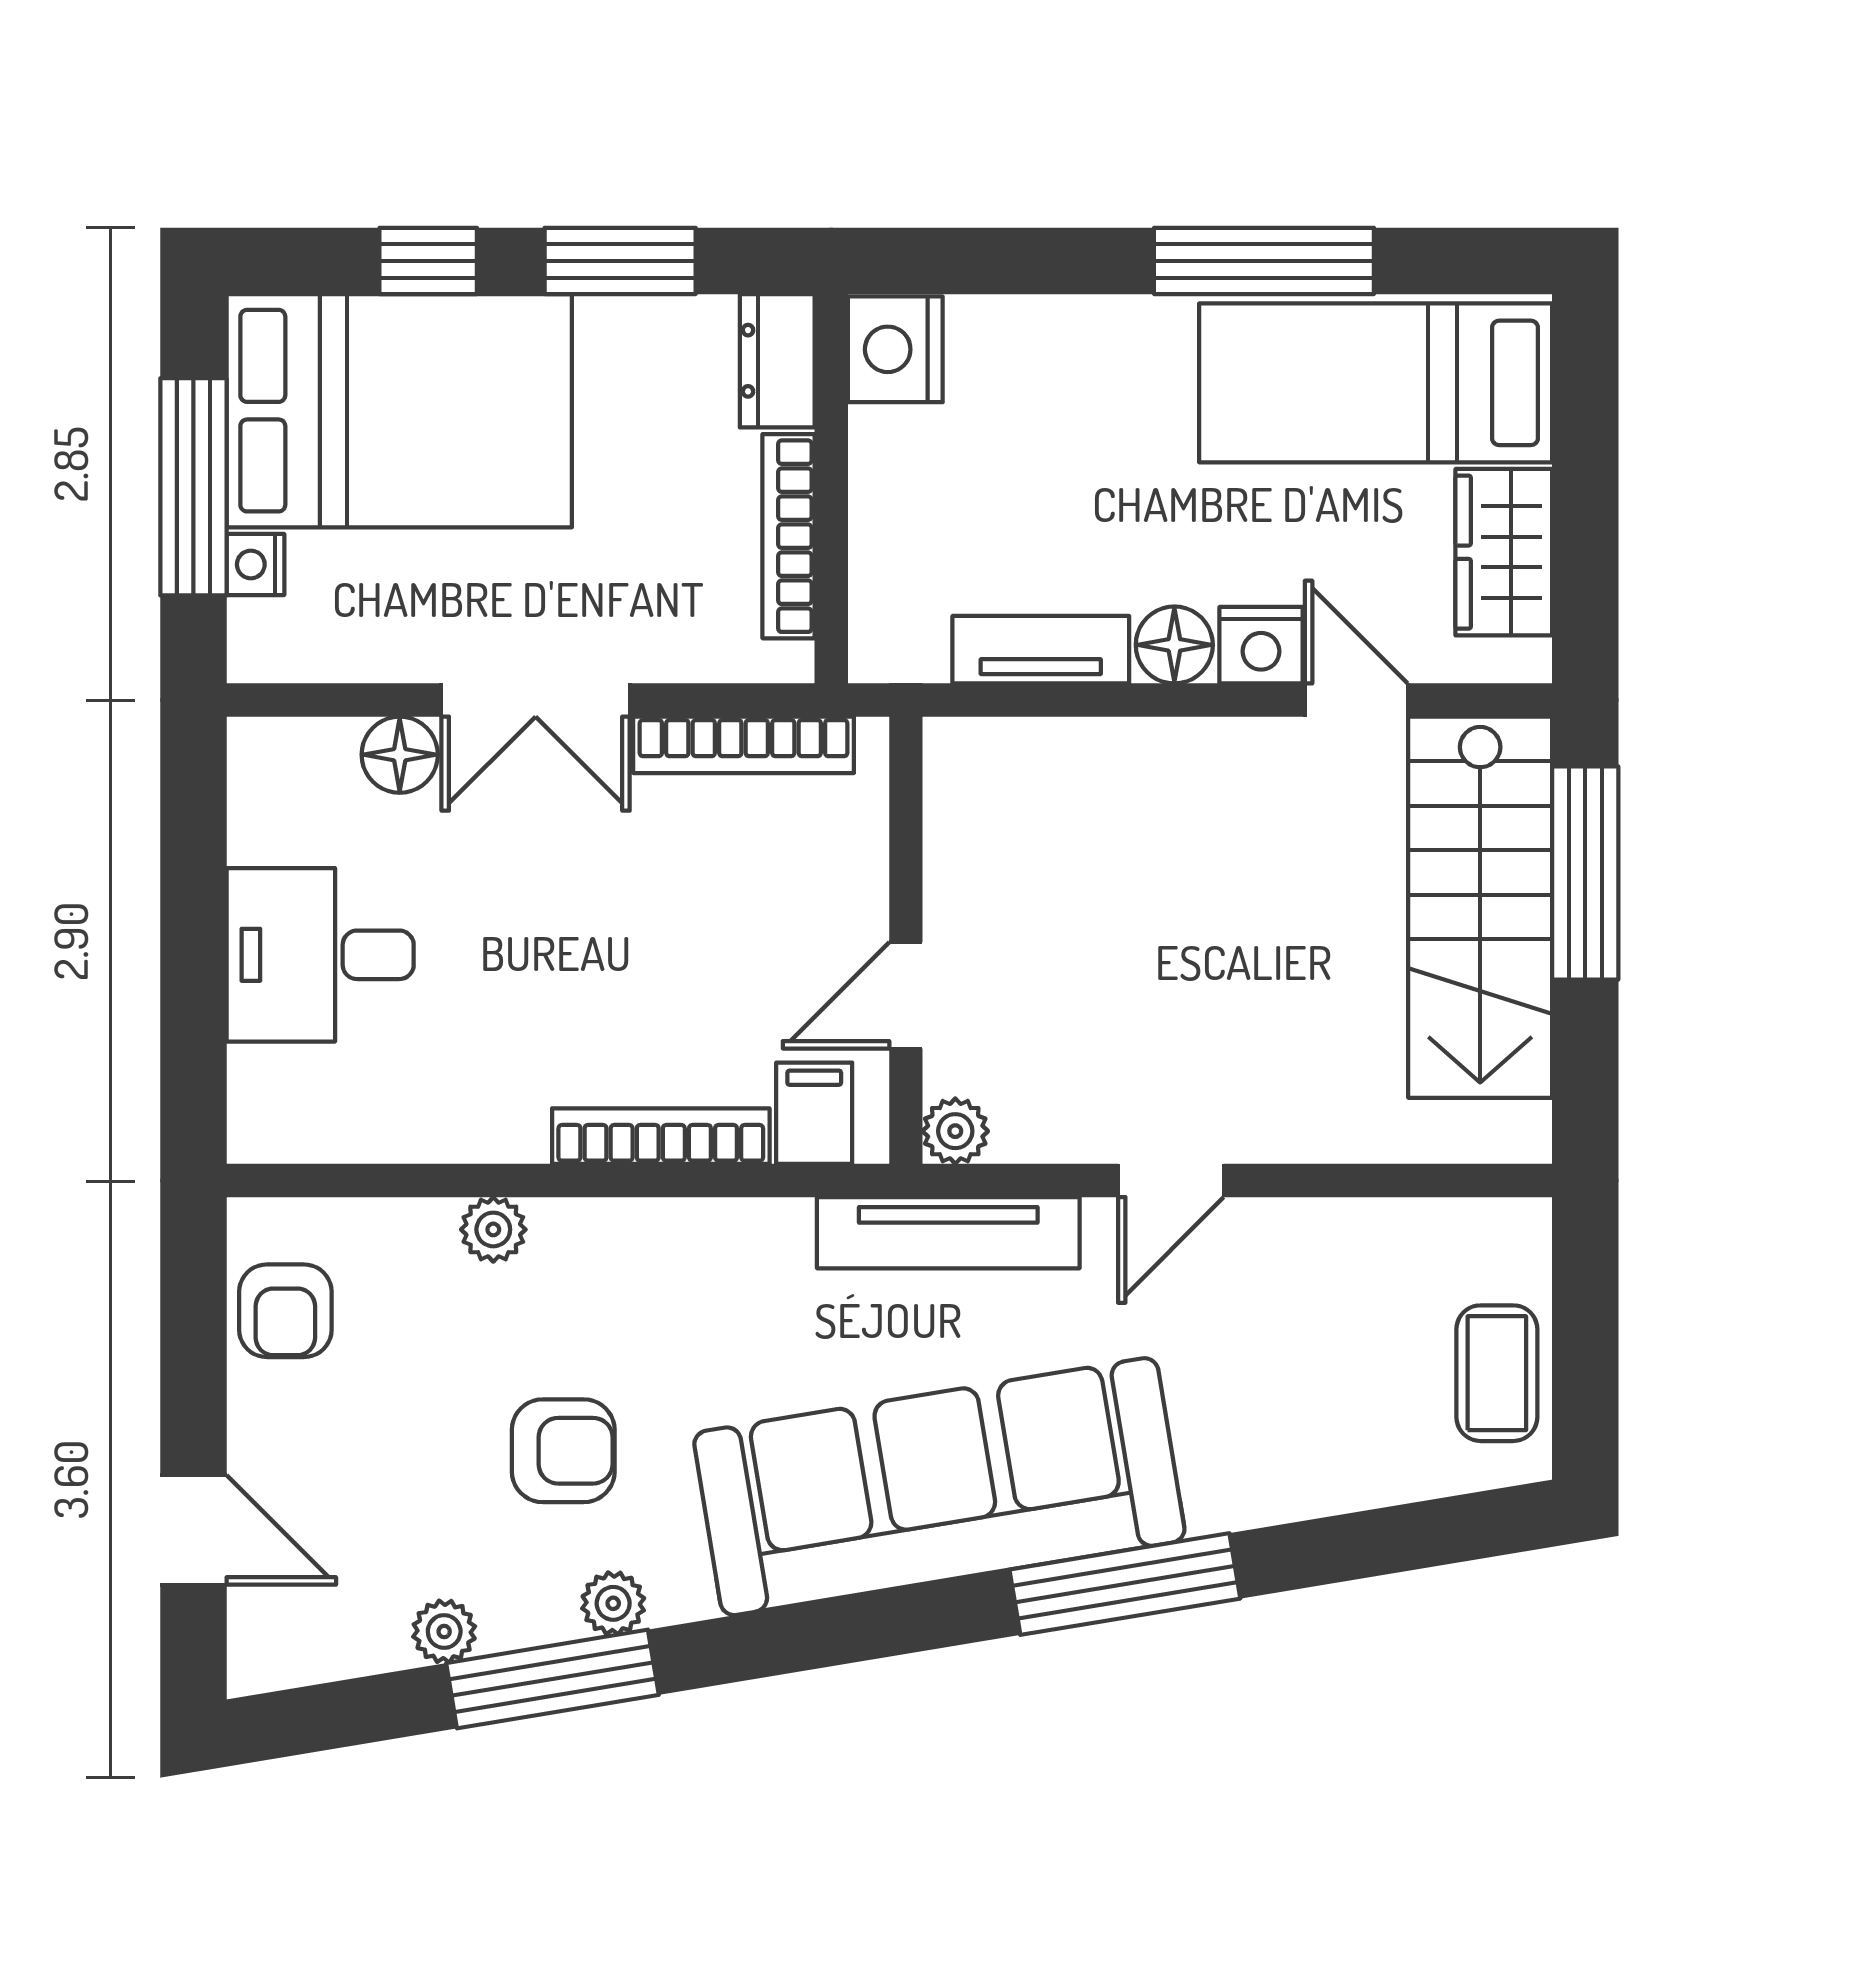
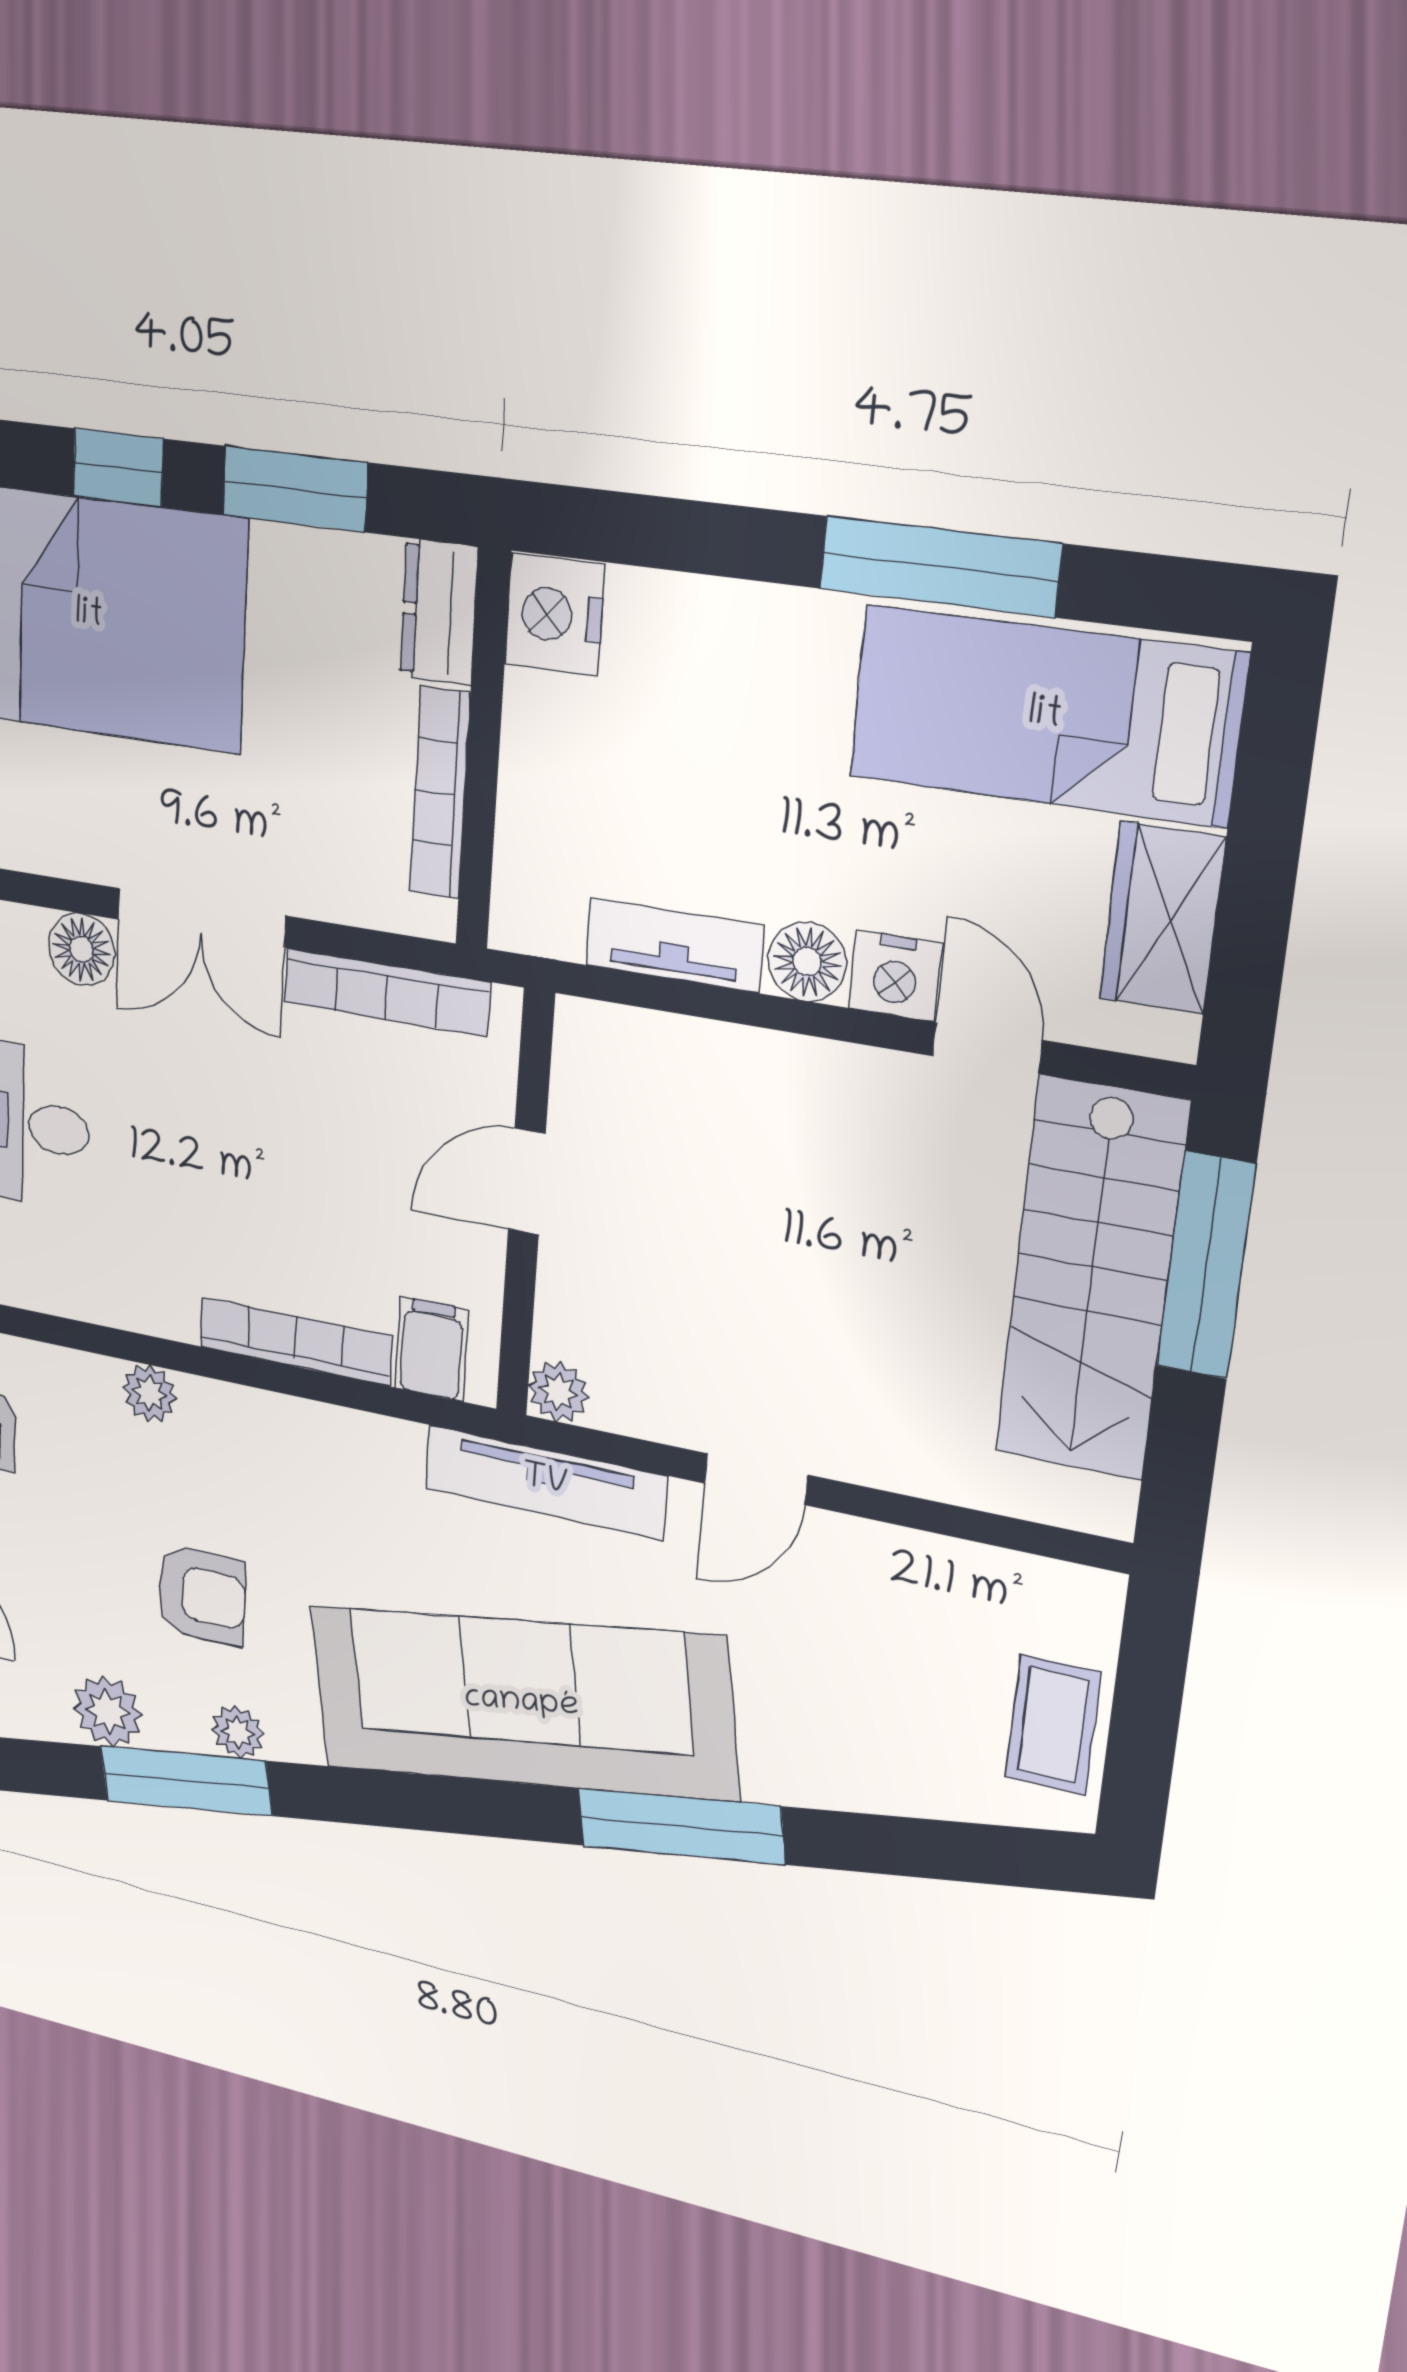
door: (906, 995) -> (527, 1182), moved
plant: (444, 1631) -> (108, 1711), width x1.38, depth x1.38

